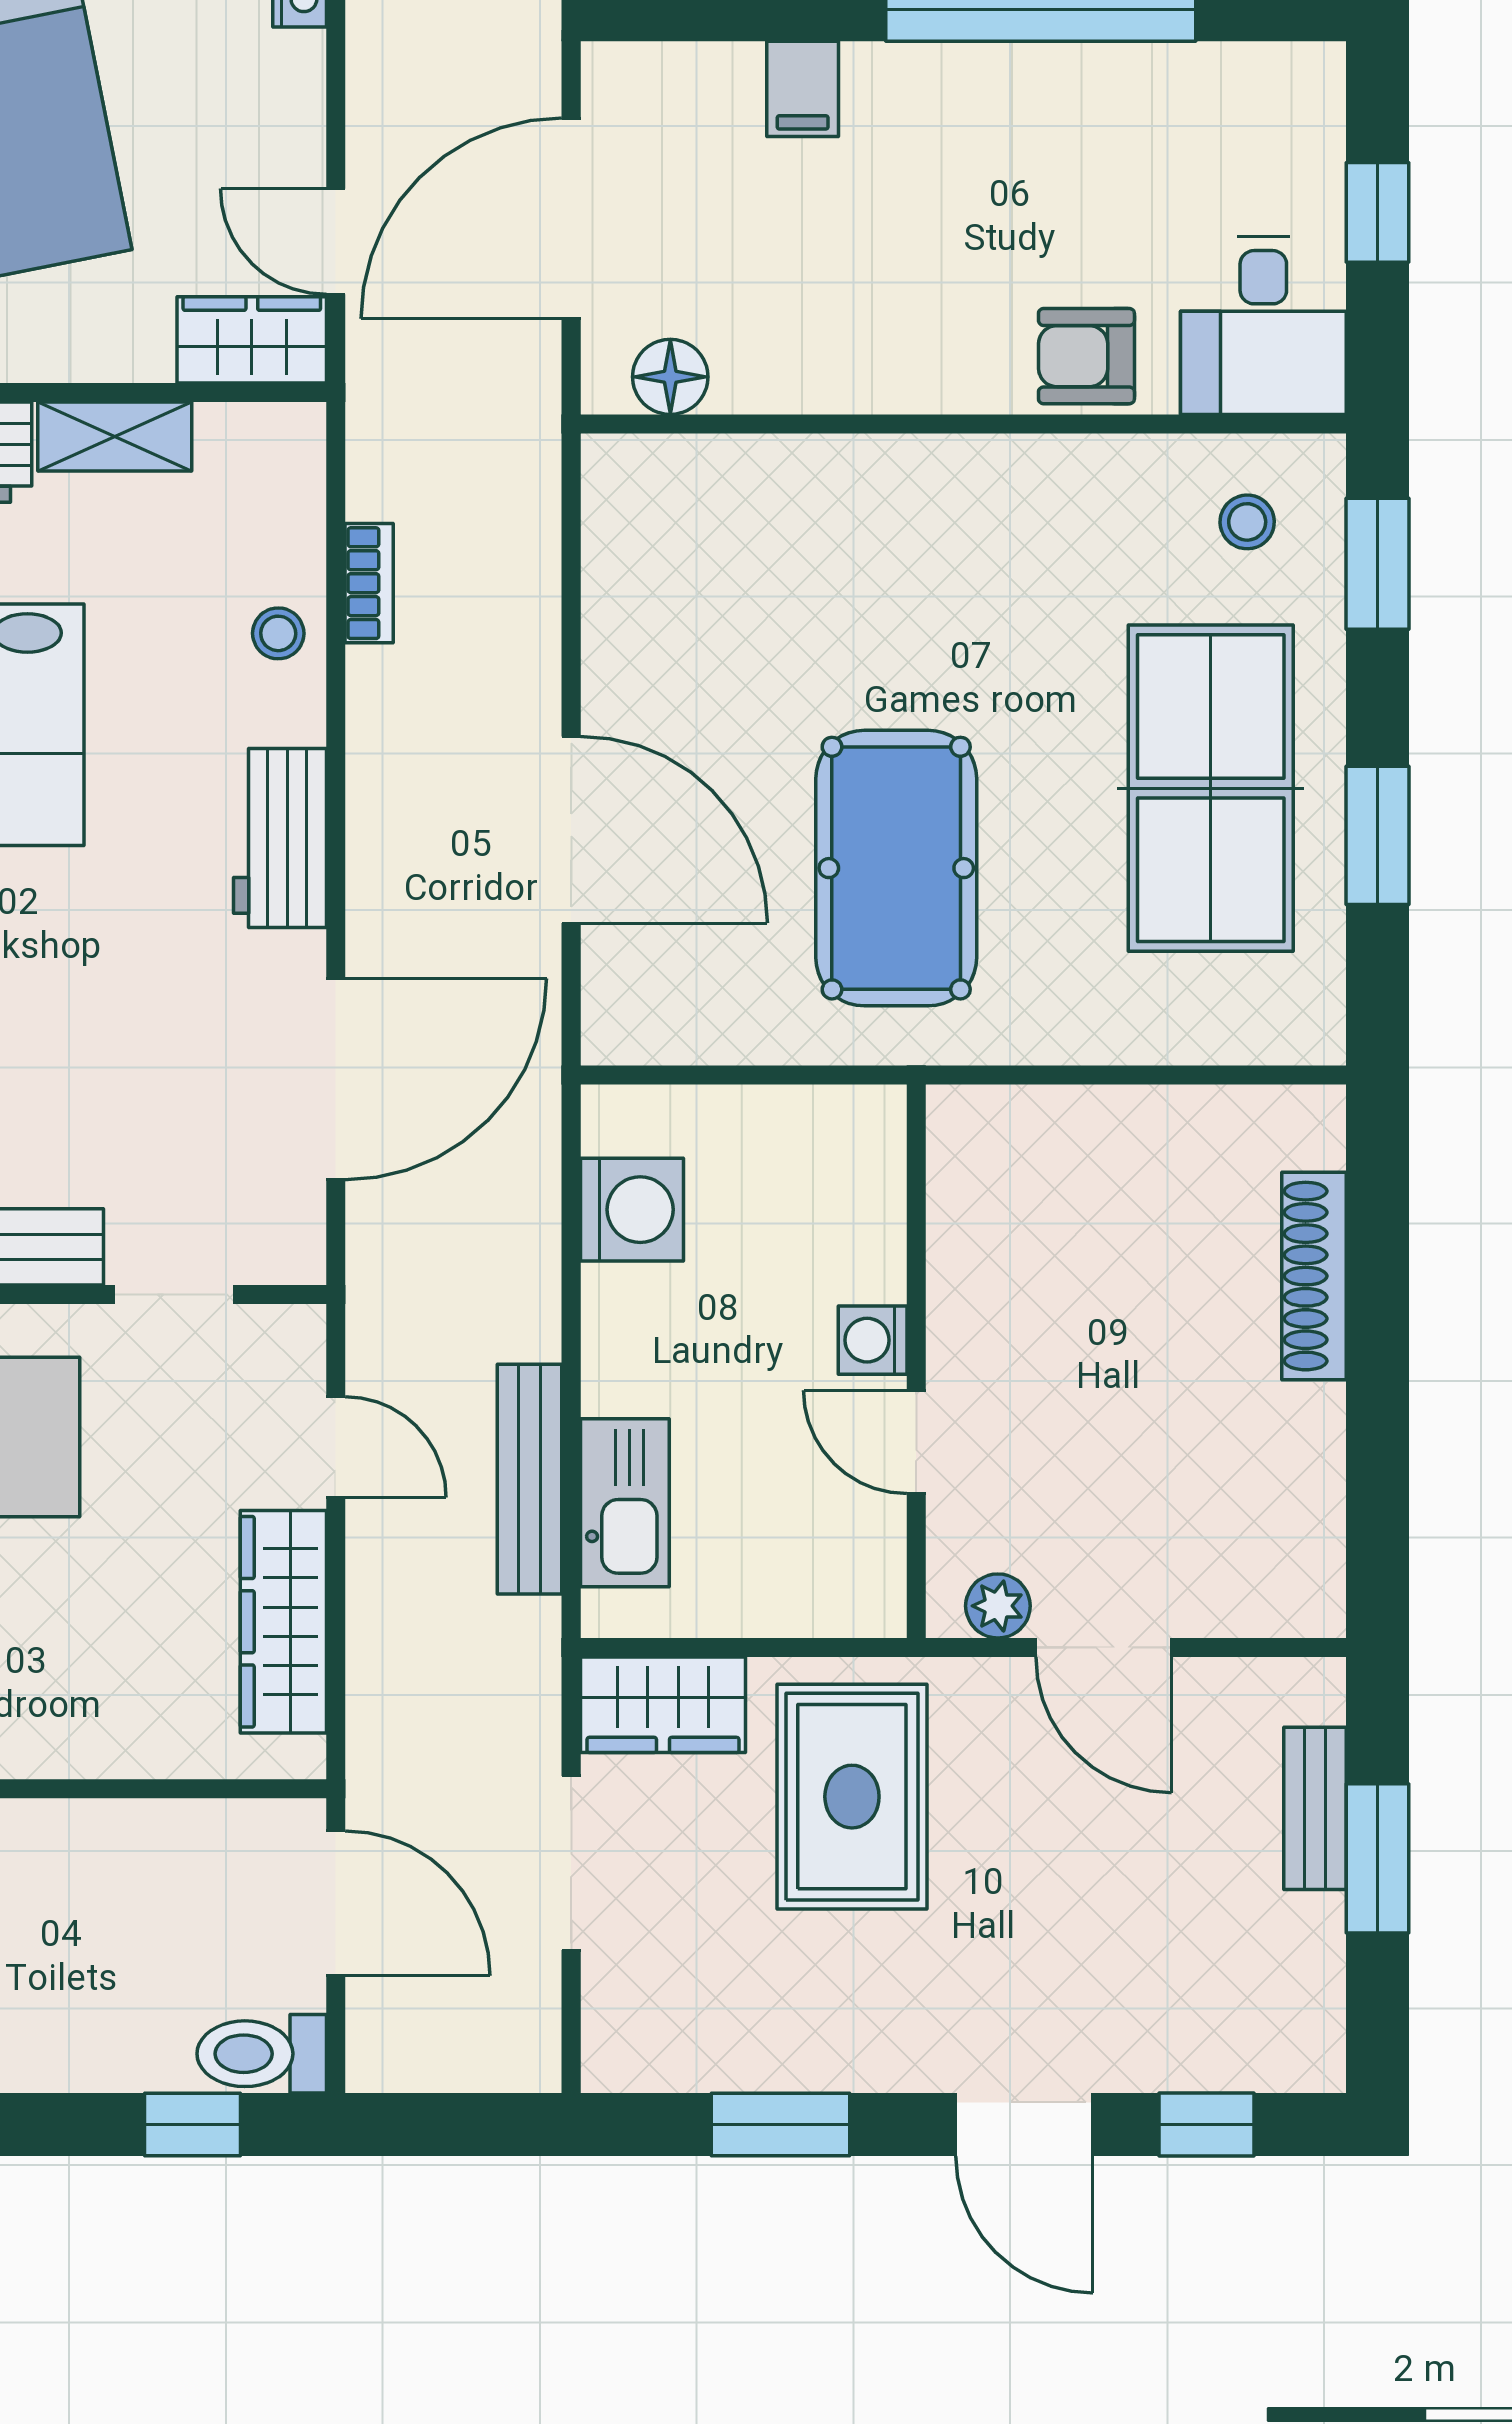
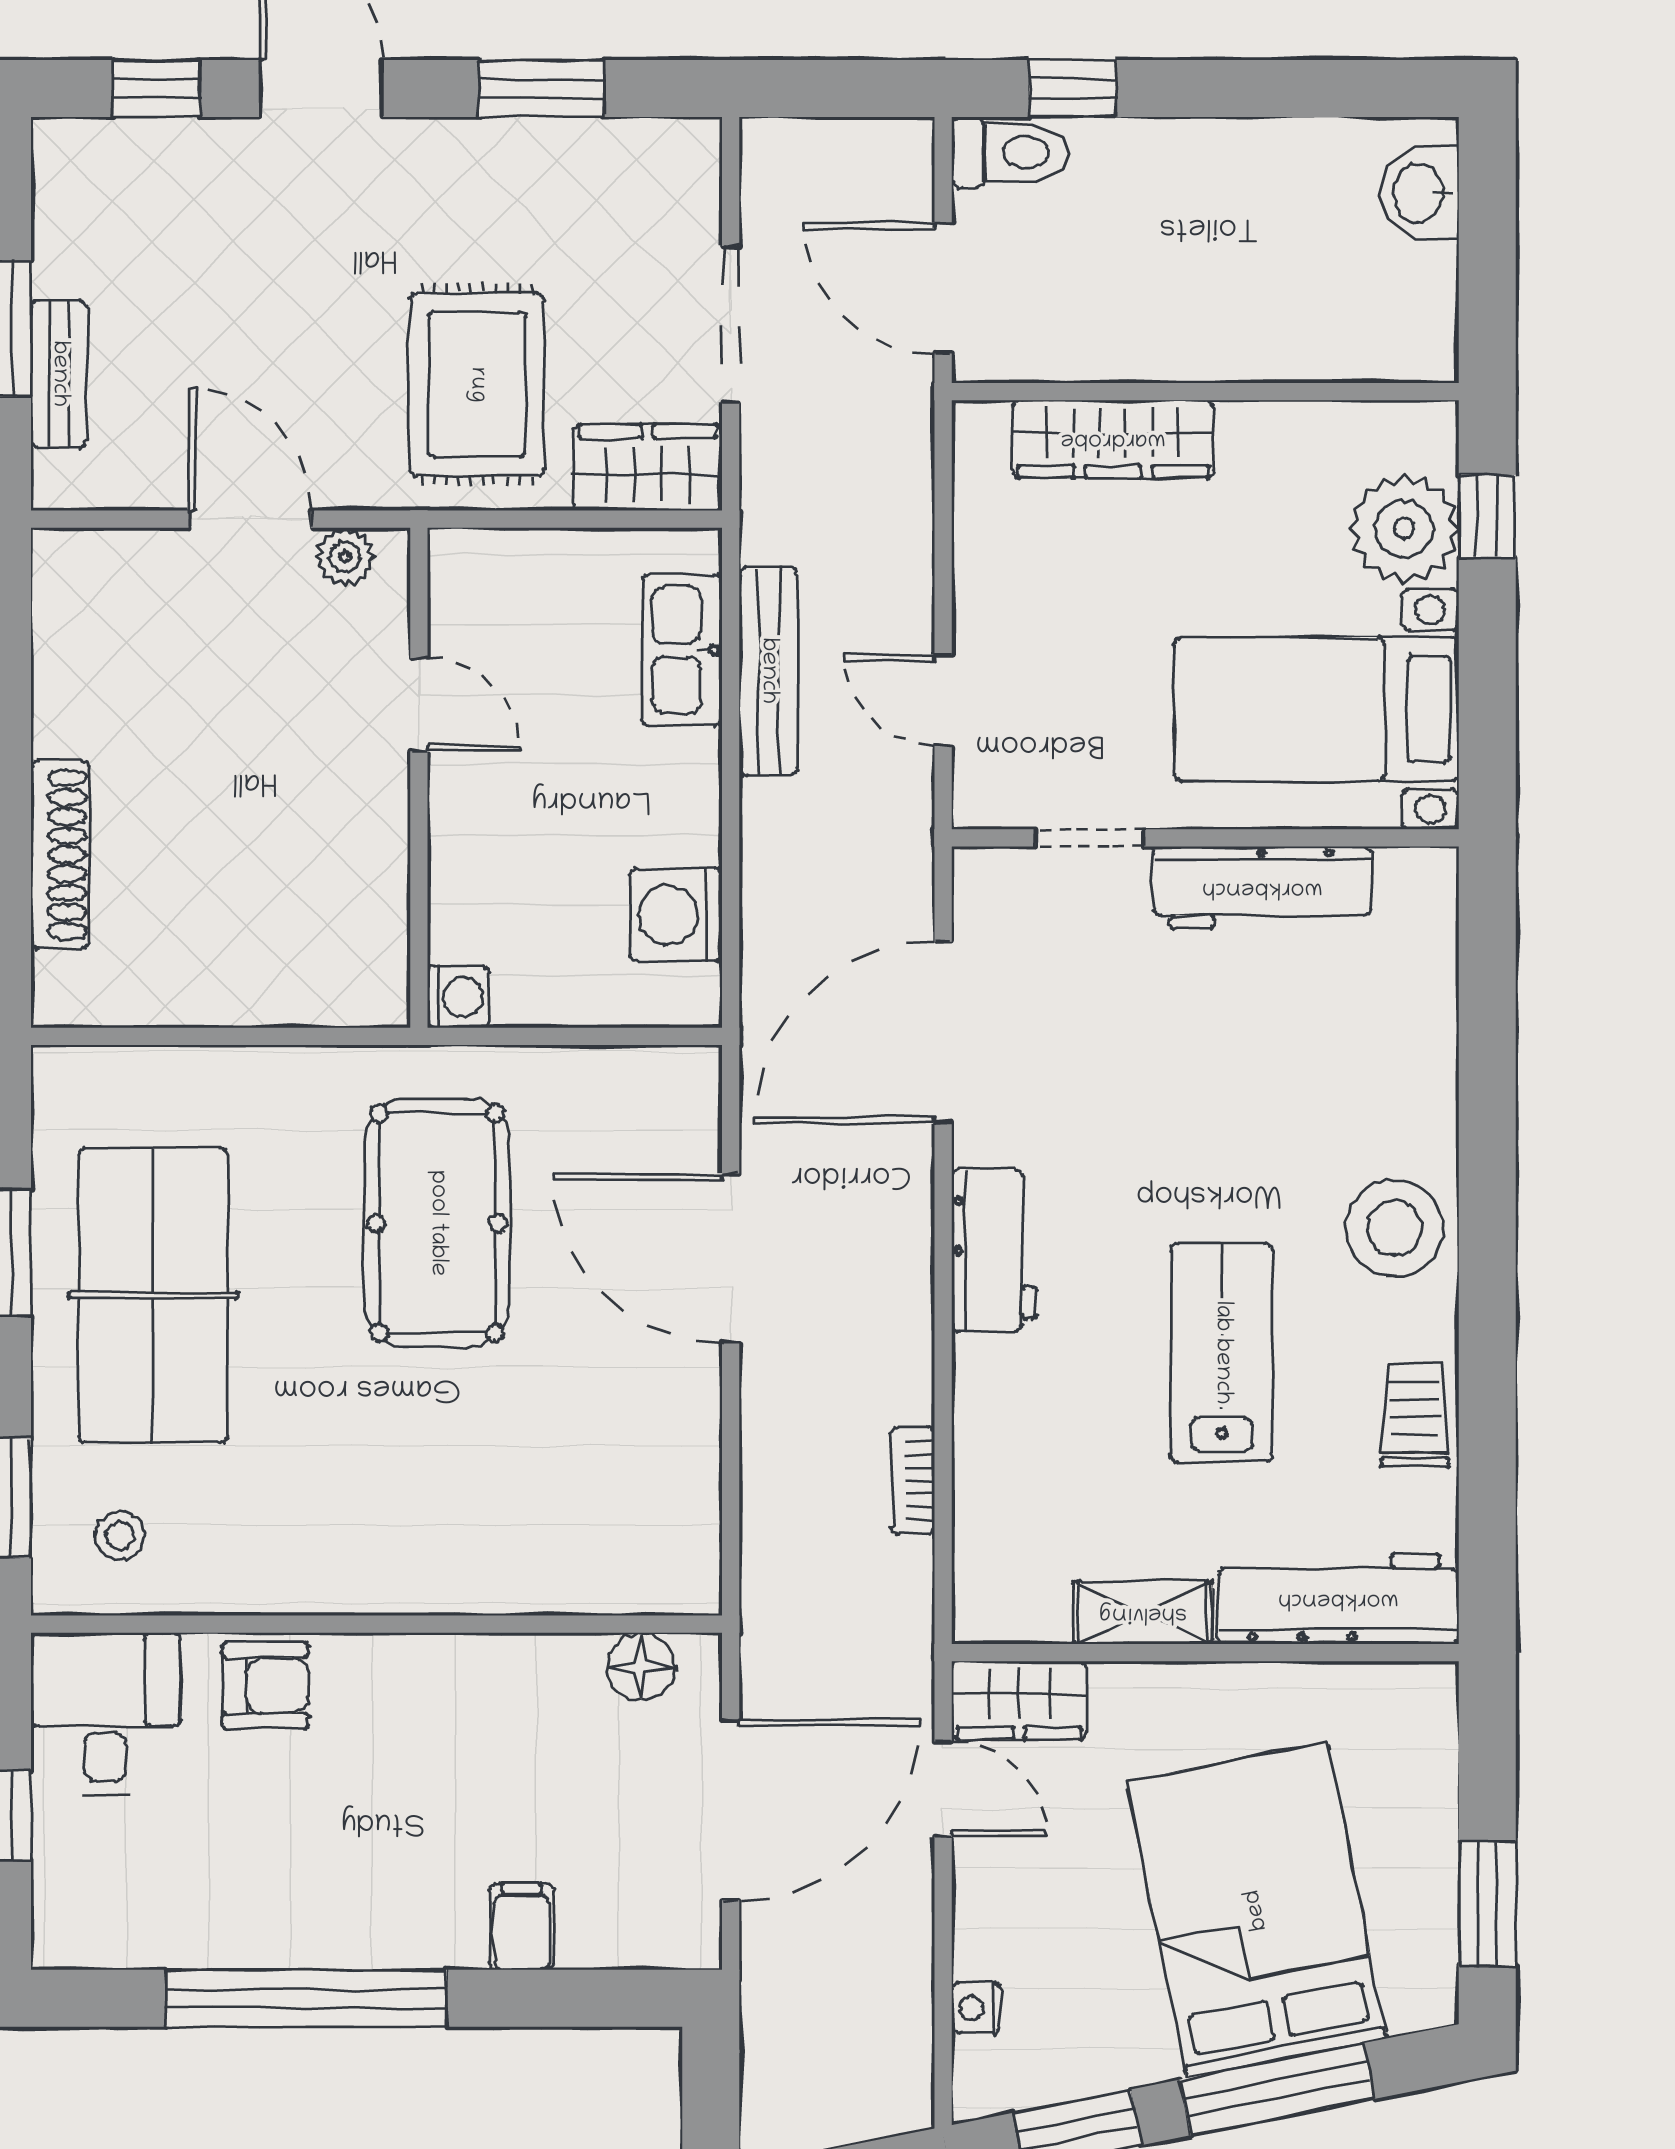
stool: (278, 633) -> (995, 1435), removed
washing machine: (873, 1340) -> (458, 997), moved
wardrobe: (283, 1622) -> (1113, 439), moved, turned 90

